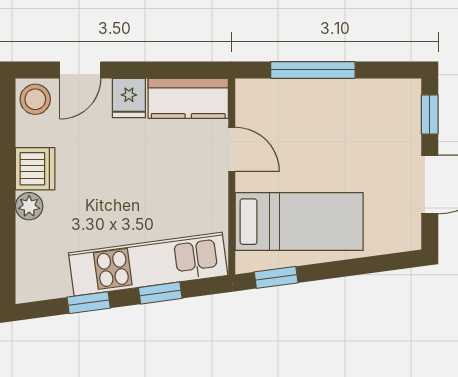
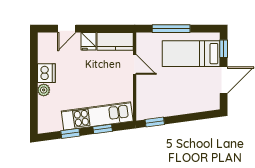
stool: (35, 99) -> (46, 42), removed
bed: (299, 222) -> (191, 54), moved, turned 180

